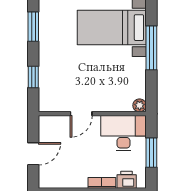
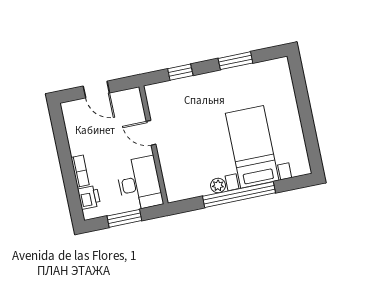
window: (151, 48) -> (239, 195), width x1.46
plant: (140, 105) -> (218, 185), moved

